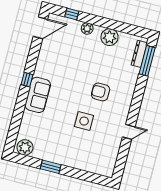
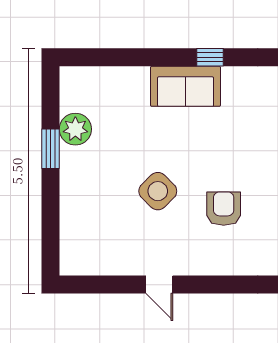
side table: (84, 121) -> (158, 191), turned 45
plant: (25, 147) -> (75, 129), moved

